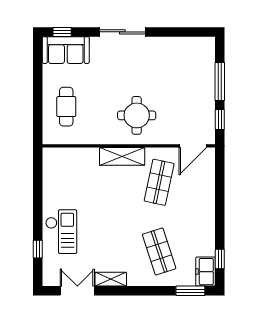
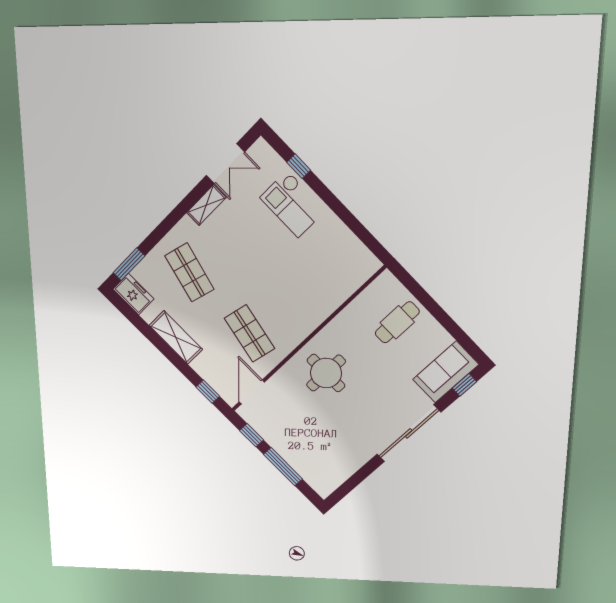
sliding door: (122, 32) -> (409, 433), width x1.36
cafe table: (66, 107) -> (397, 322), turned 90
shelving: (122, 156) -> (176, 337), moved, turned 90
shop shelf: (159, 251) -> (189, 272), turned 33
window: (220, 259) -> (208, 392), moved

